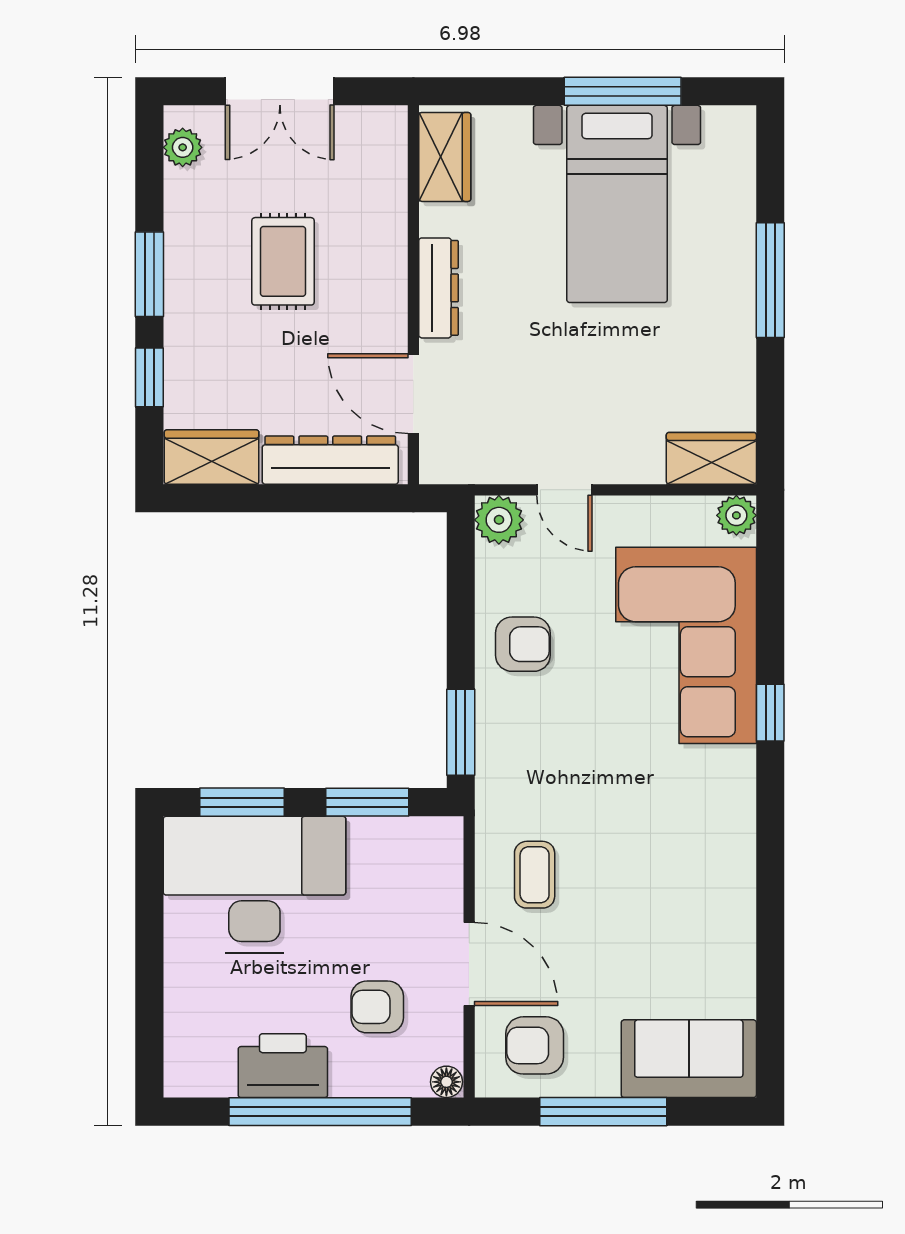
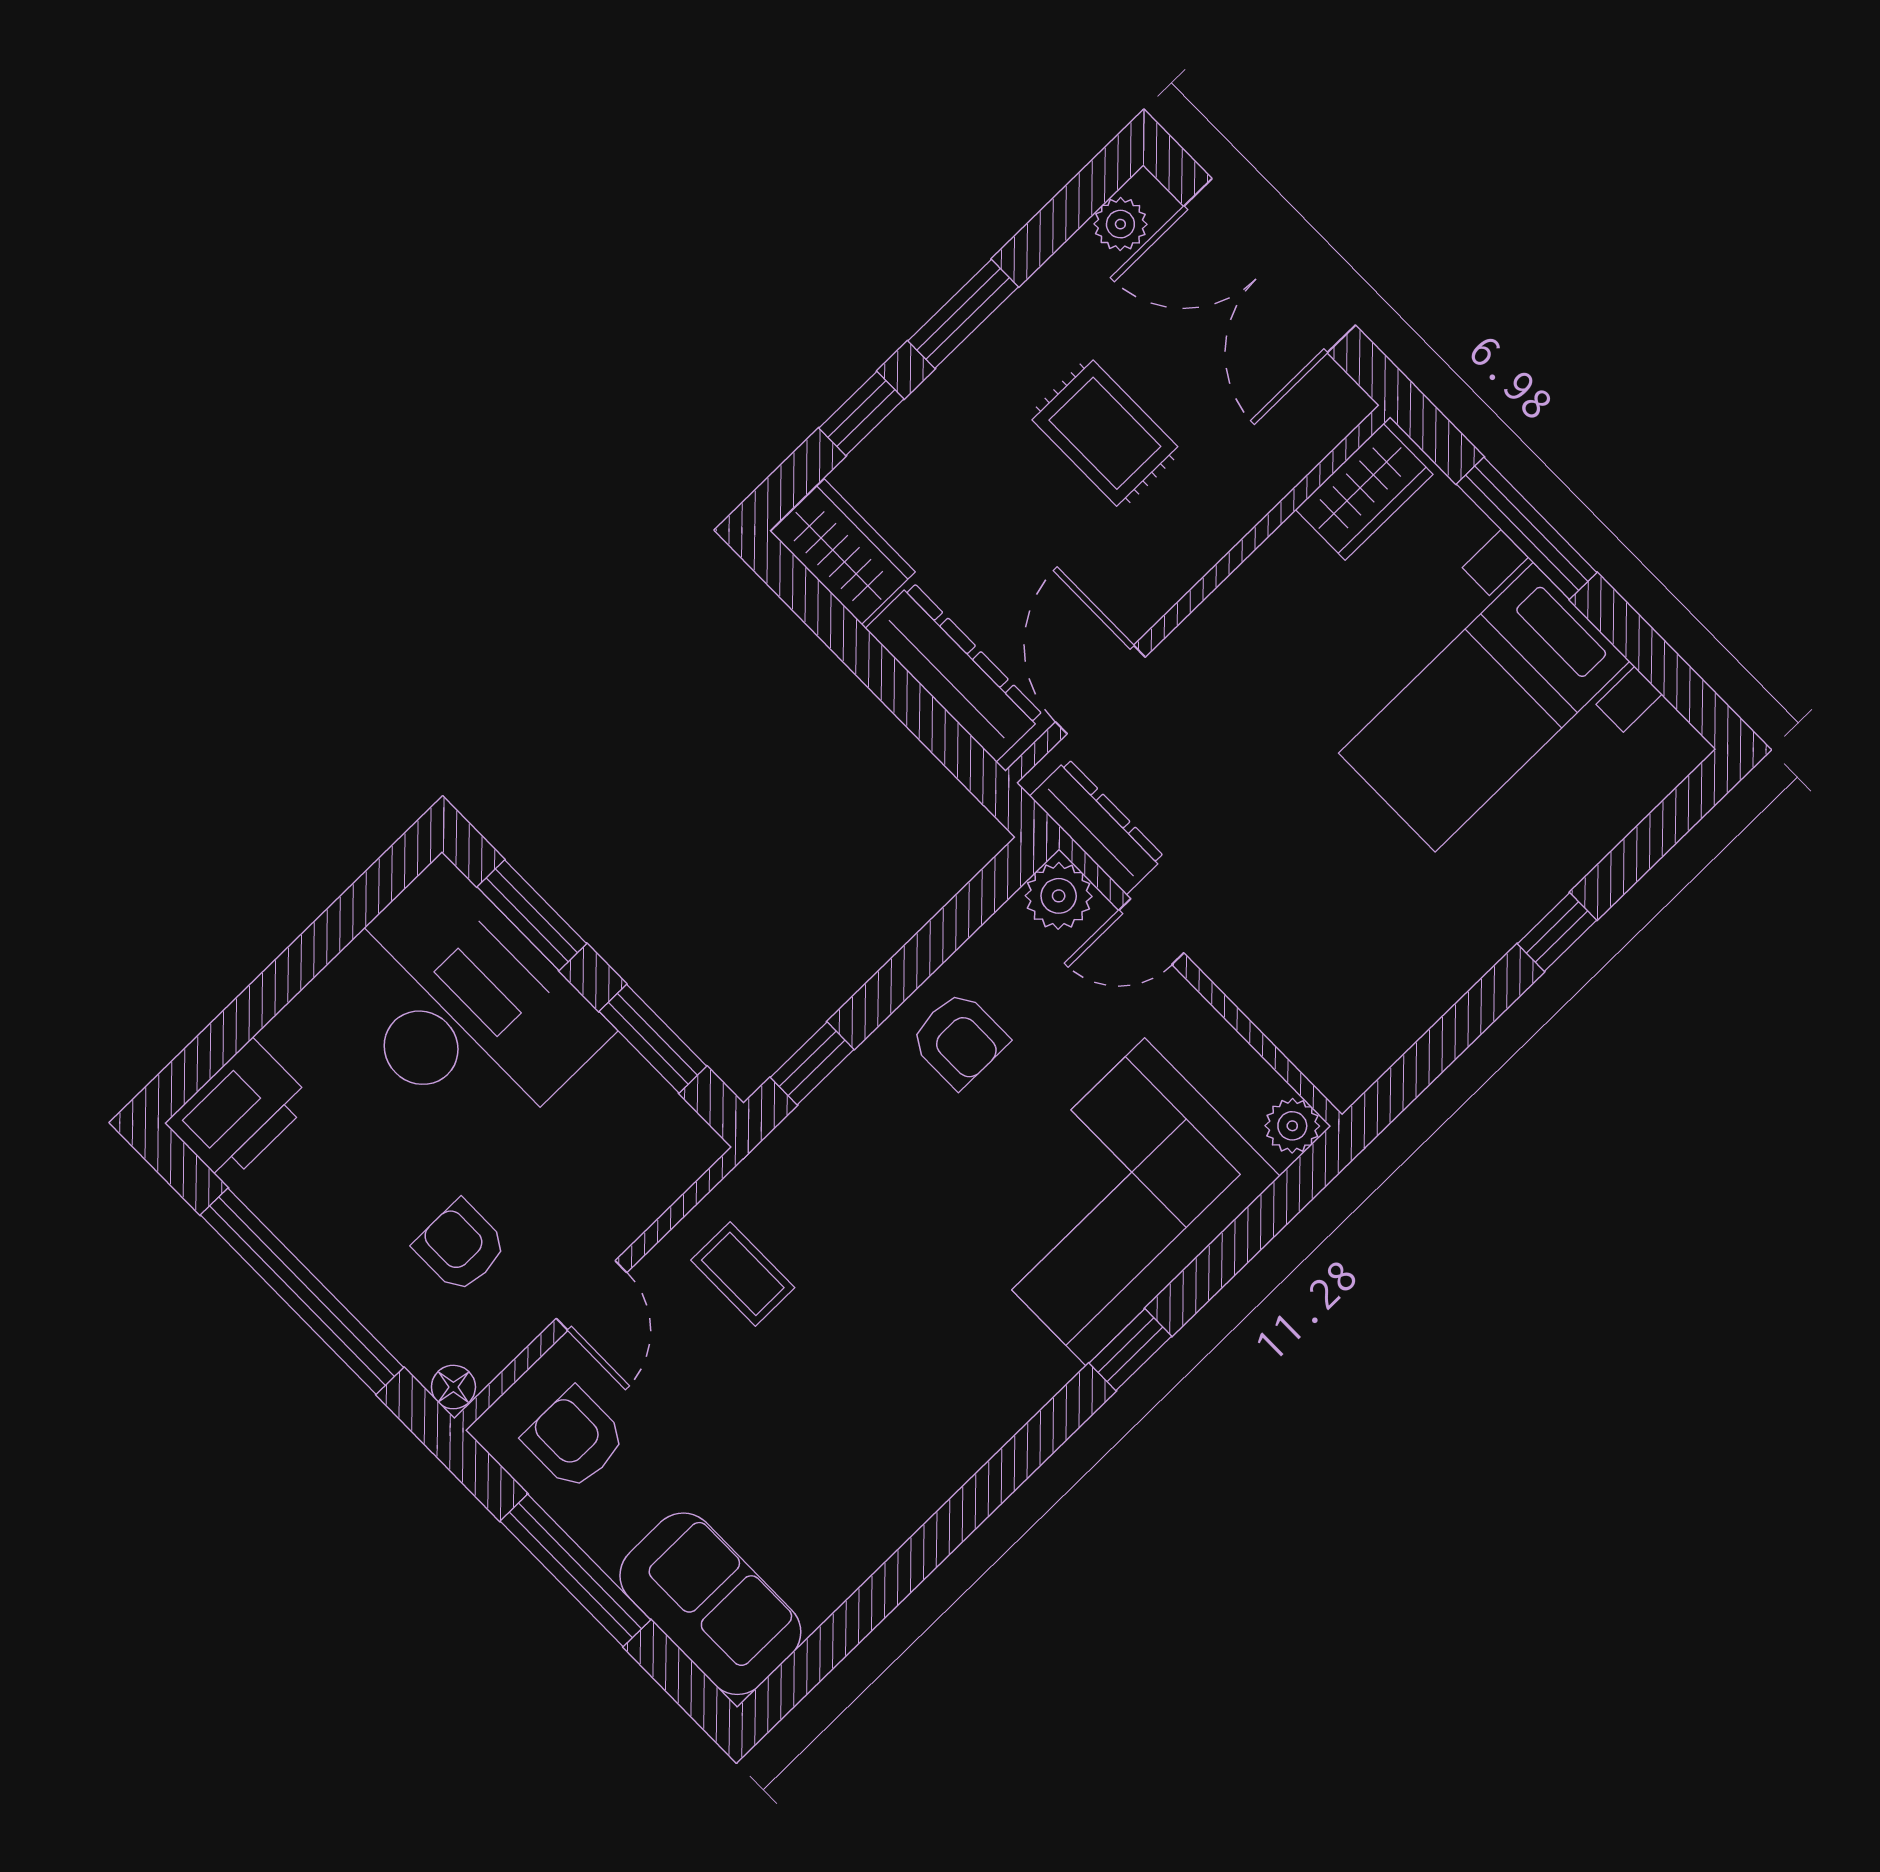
double door: (280, 91) -> (1270, 266), width x1.37
window: (623, 91) -> (1527, 528), moved
rug: (283, 261) -> (1105, 433), turned 90
window: (770, 280) -> (1557, 932), width x0.46
dresser: (439, 288) -> (1097, 827), moved, turned -90
wardrobe: (711, 458) -> (1324, 1046), removed
door: (564, 490) -> (1151, 932), hinge flipped
window: (461, 732) -> (812, 1063), width x0.67
coffee table: (535, 875) -> (743, 1274), turned 90
door: (469, 964) -> (592, 1296), width x0.73
printer: (283, 1066) -> (239, 1112), moved, turned 90

